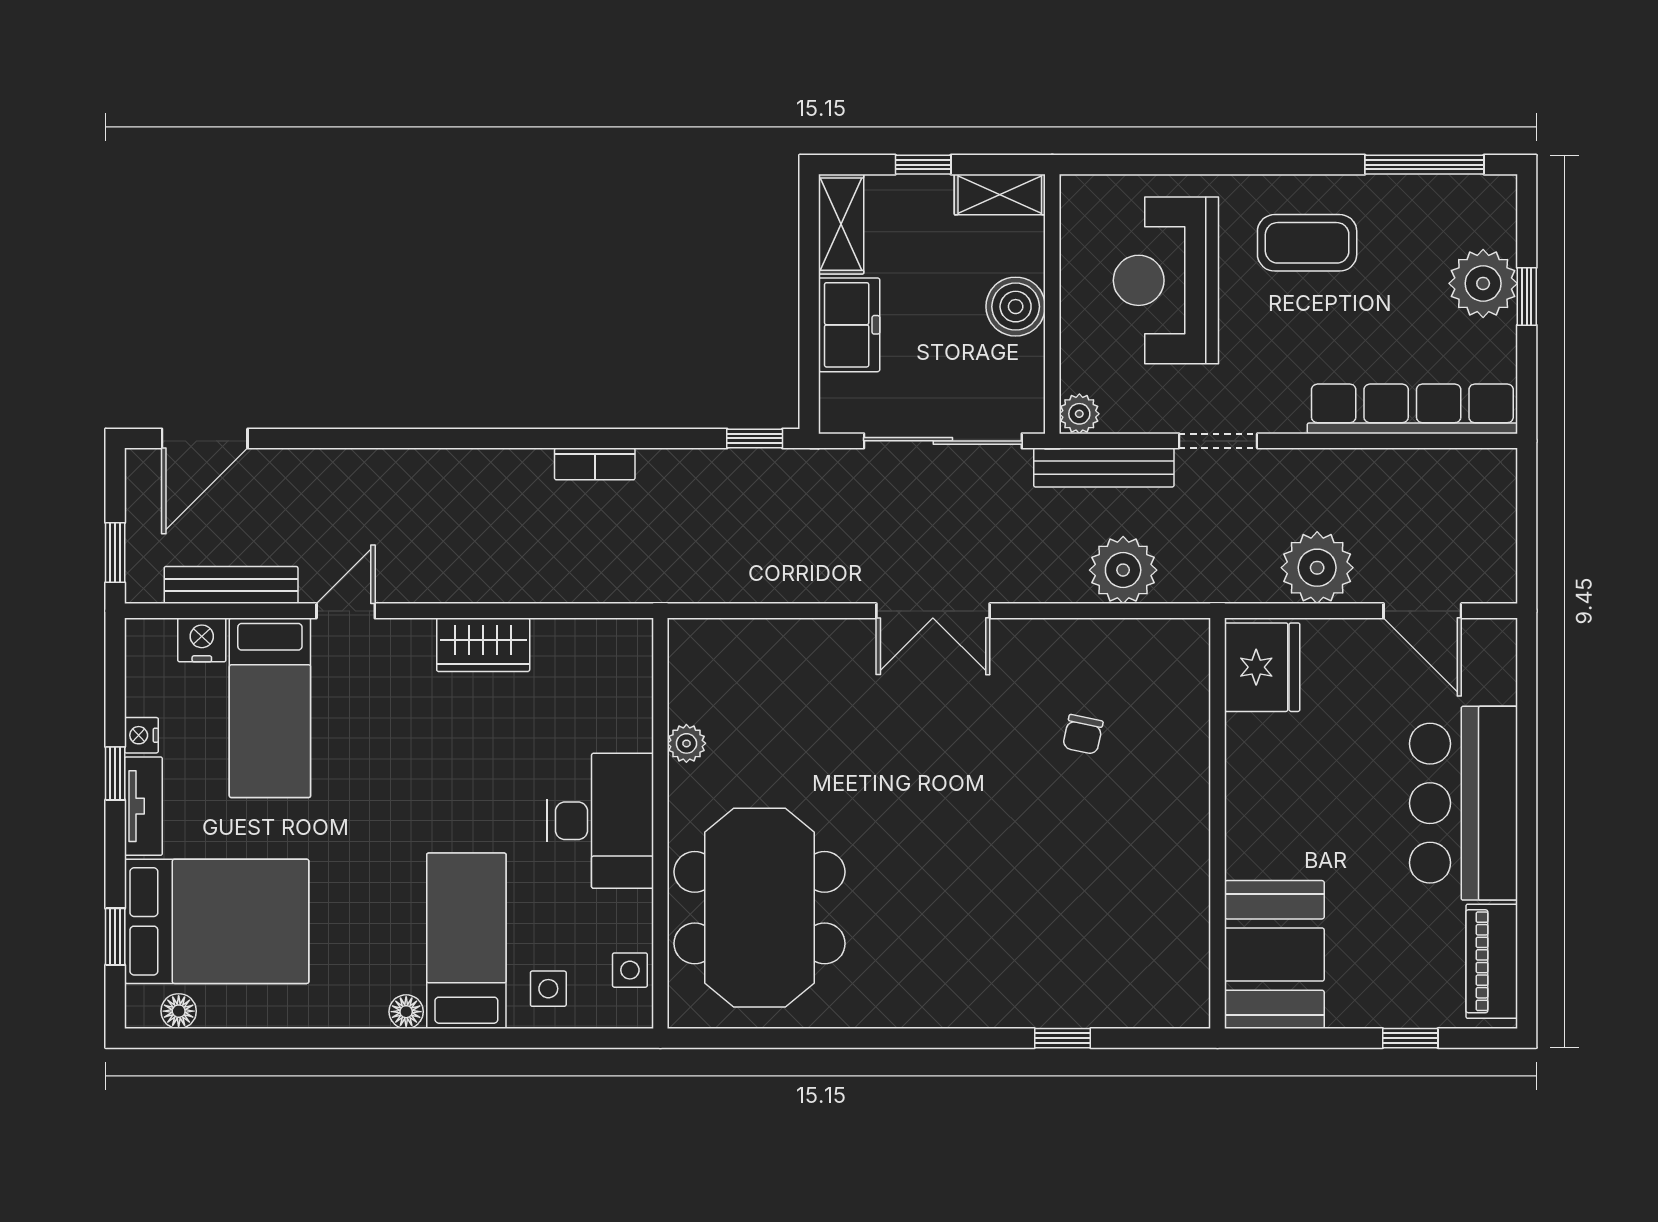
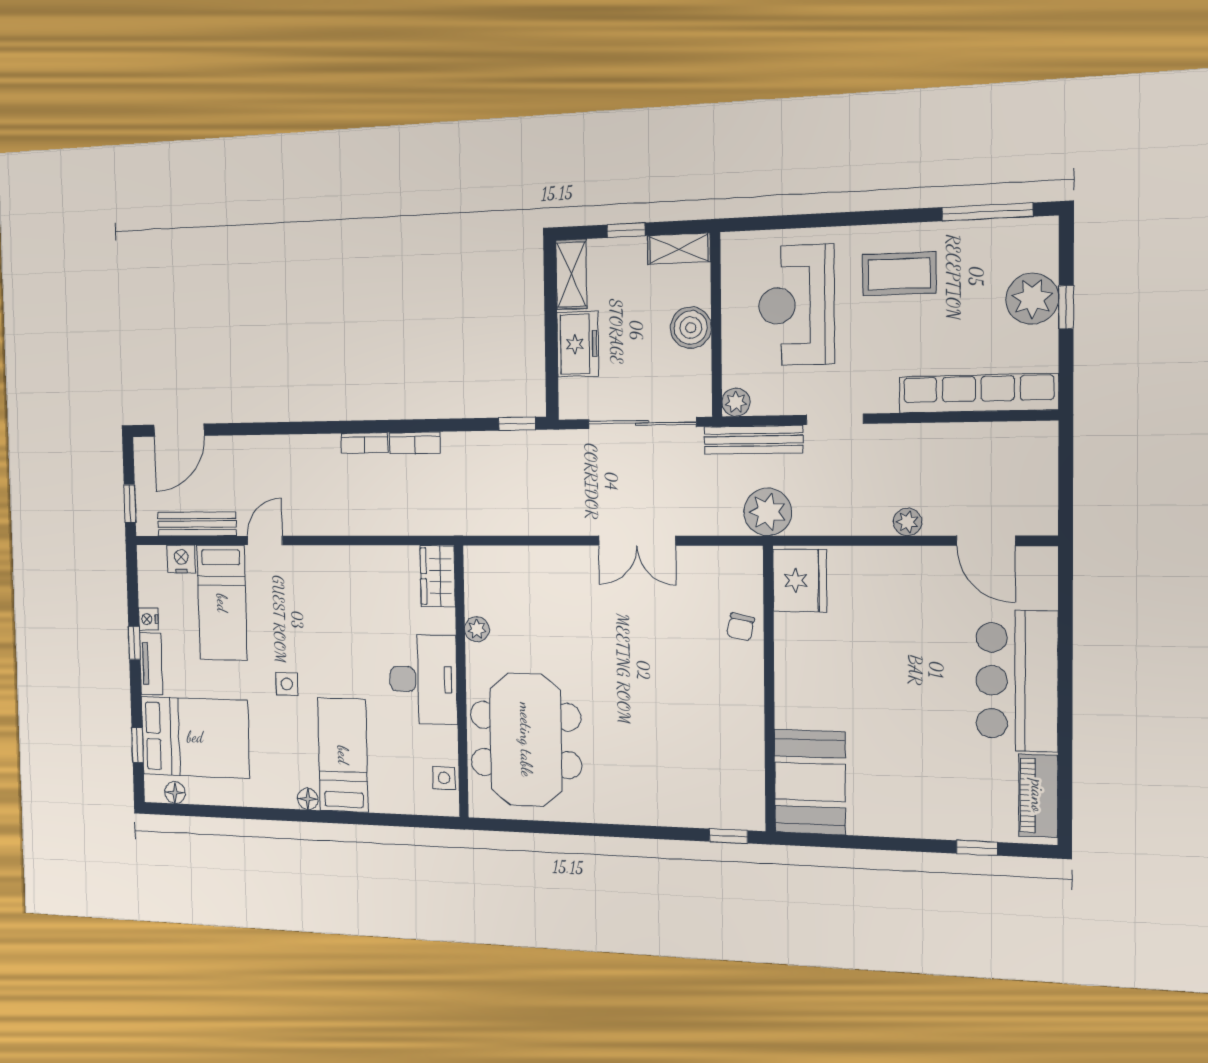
bookcase: (514, 463) -> (364, 443), added
plant: (1317, 568) -> (907, 522), width x0.53, depth x0.53
wardrobe: (483, 645) -> (438, 576), moved, turned 90
fridge: (1262, 667) -> (800, 581), moved
wall: (1218, 823) -> (769, 689), moved
booth: (1274, 955) -> (810, 782), moved
side table: (548, 989) -> (287, 684), moved

